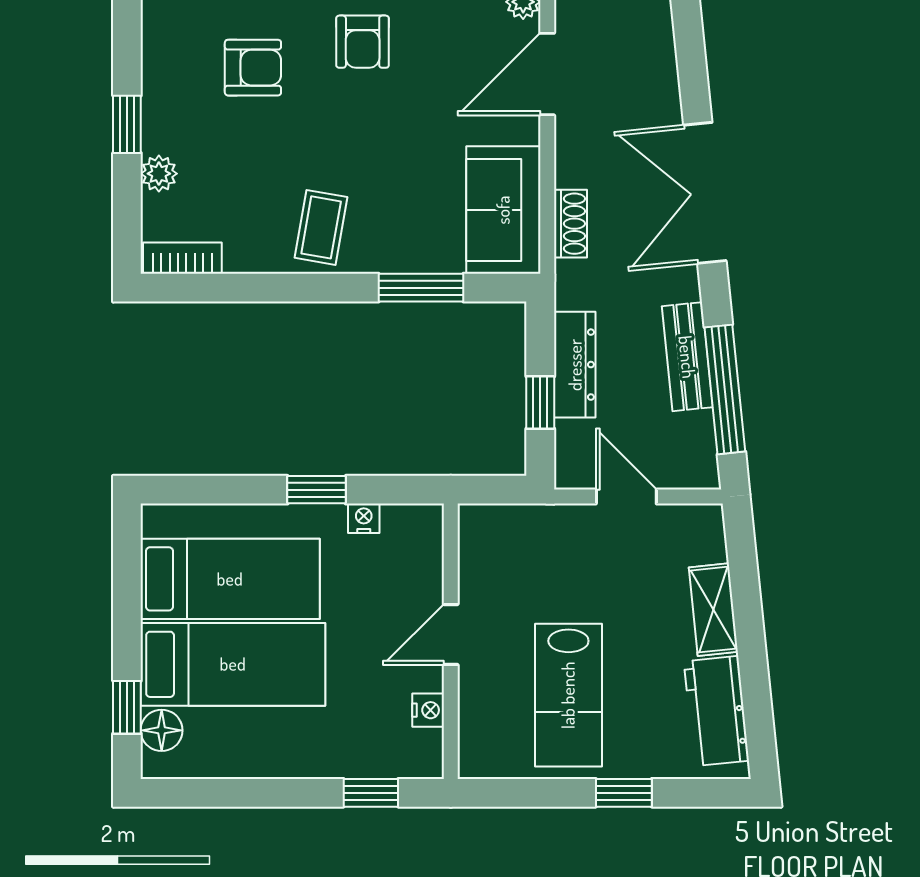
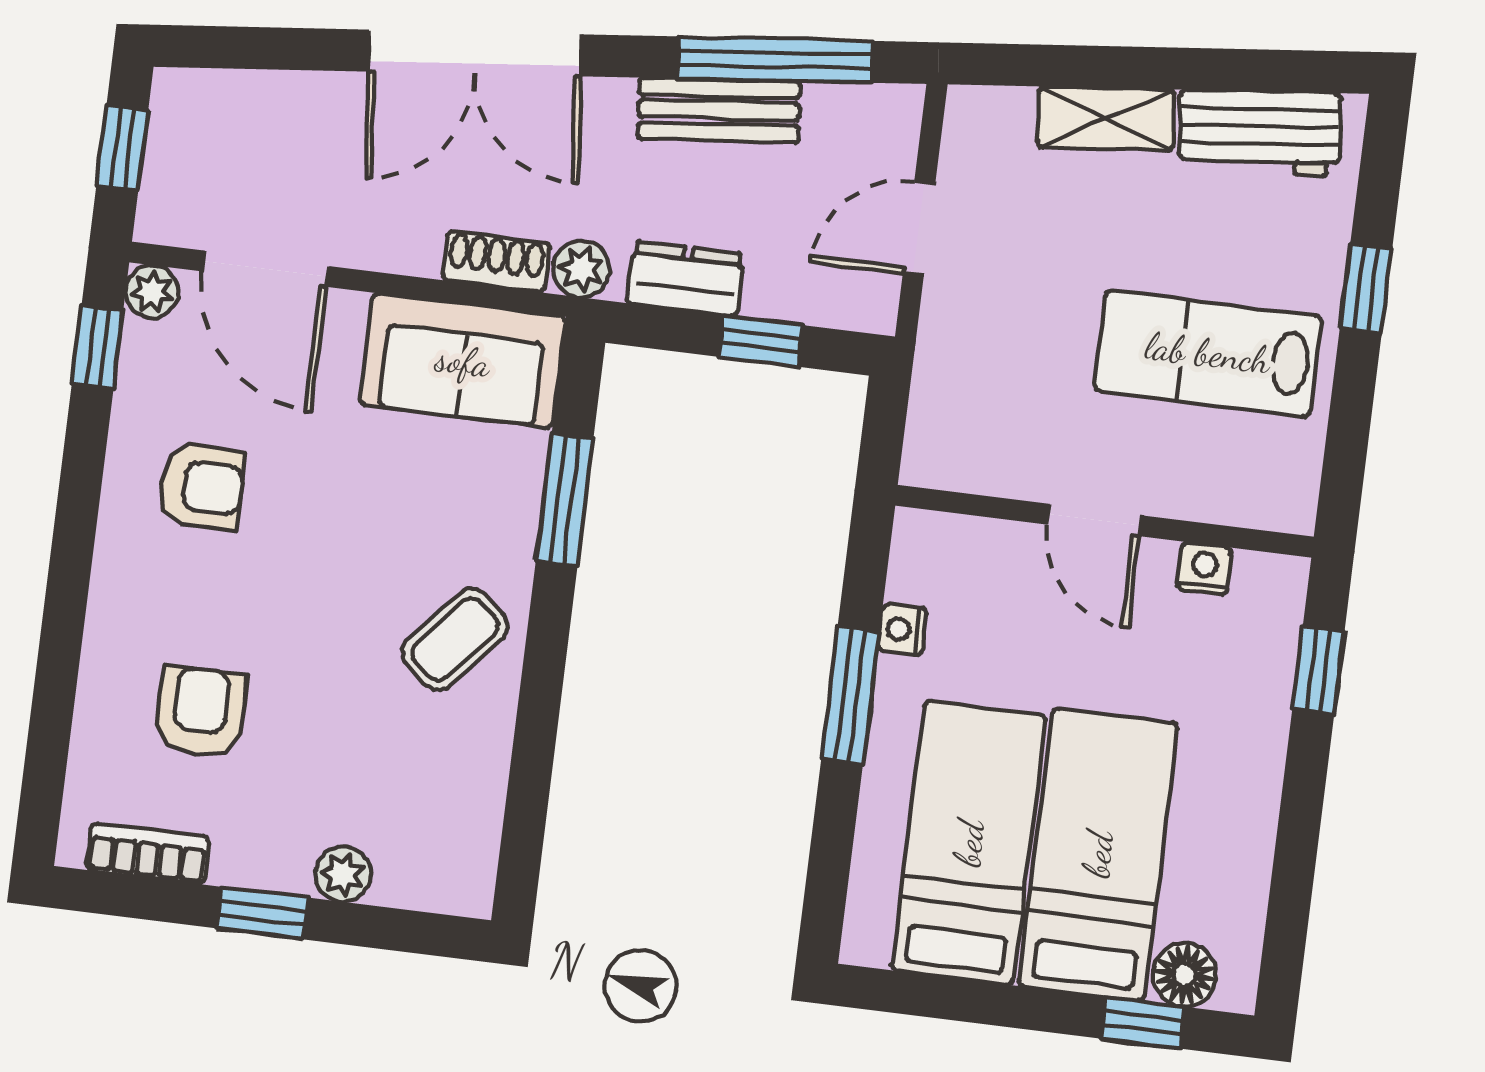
armchair: (363, 42) -> (202, 487), moved
coffee table: (321, 227) -> (455, 639), turned -59
bookcase: (182, 258) -> (148, 854), moved, turned 90
plant: (573, 280) -> (581, 269), added
dresser: (575, 365) -> (685, 279), width x0.70
window: (317, 490) -> (850, 695), width x1.50
lab bench: (568, 695) -> (1208, 353), turned 180

